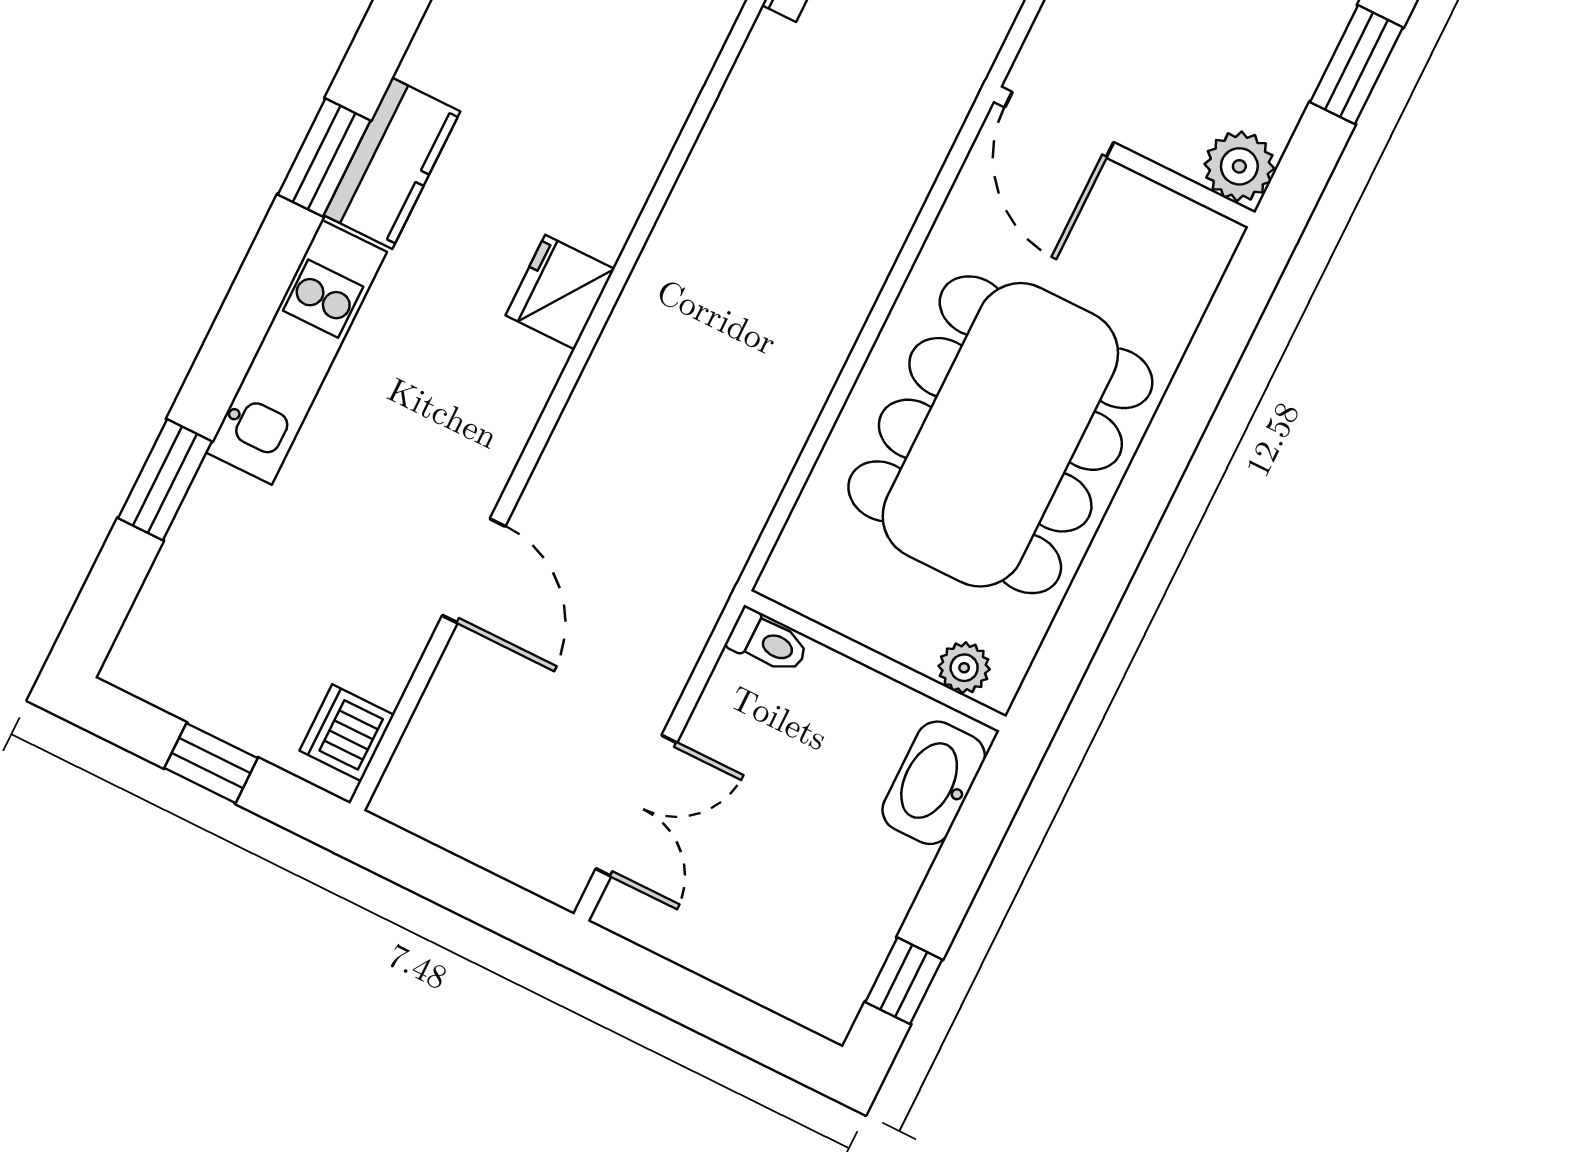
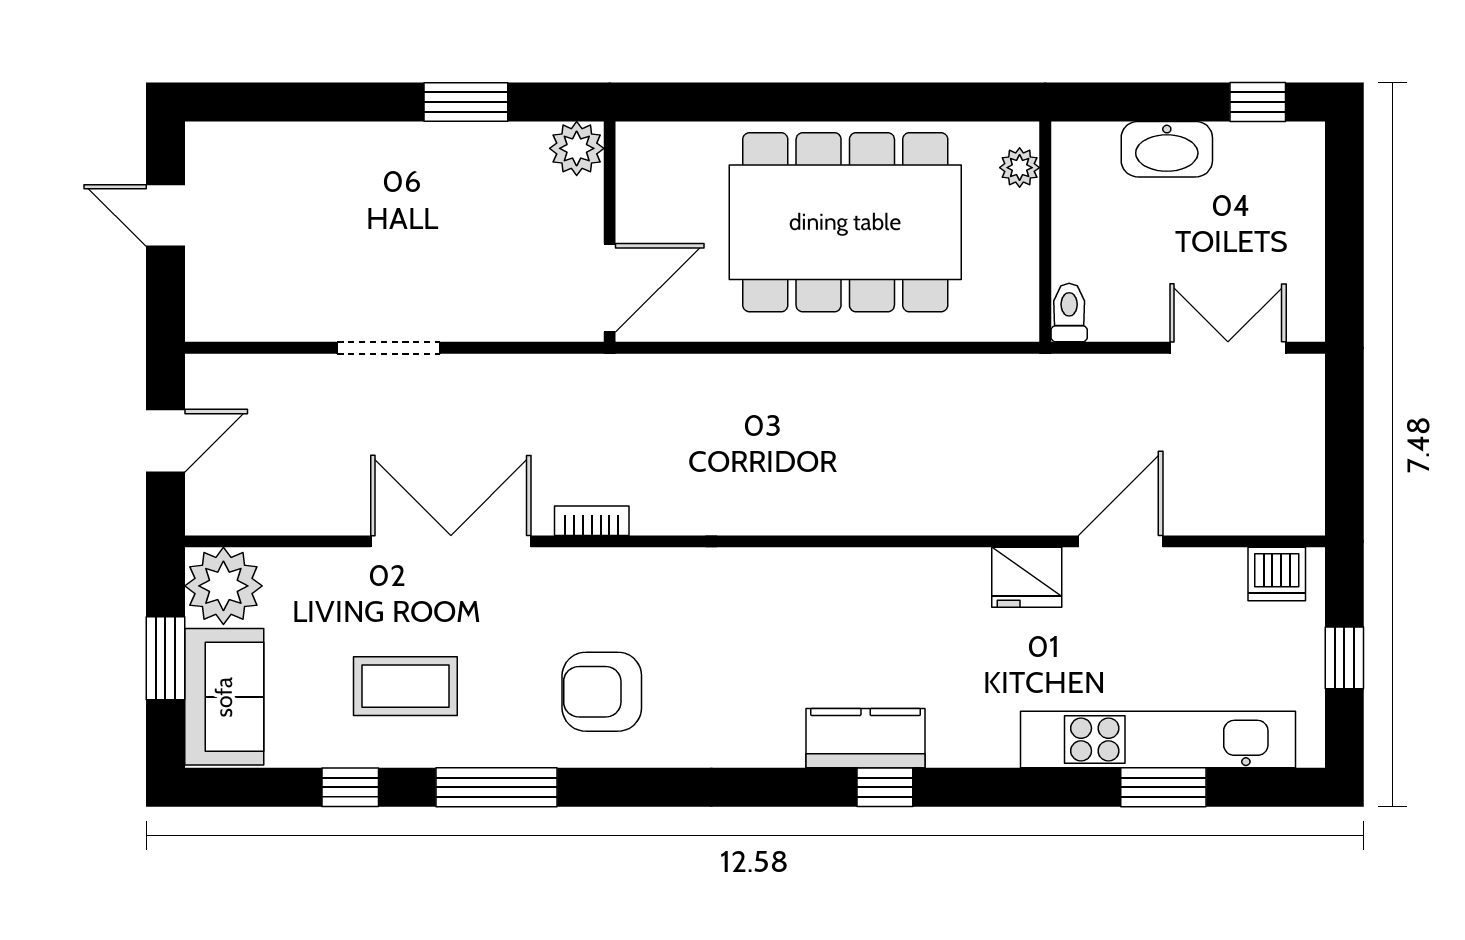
window: (324, 158) -> (885, 787), width x0.67
fridge: (560, 292) -> (1027, 577), moved
kitchen unit: (297, 352) -> (1158, 740), moved, width x1.36
washbasin: (934, 783) -> (1167, 149), moved

